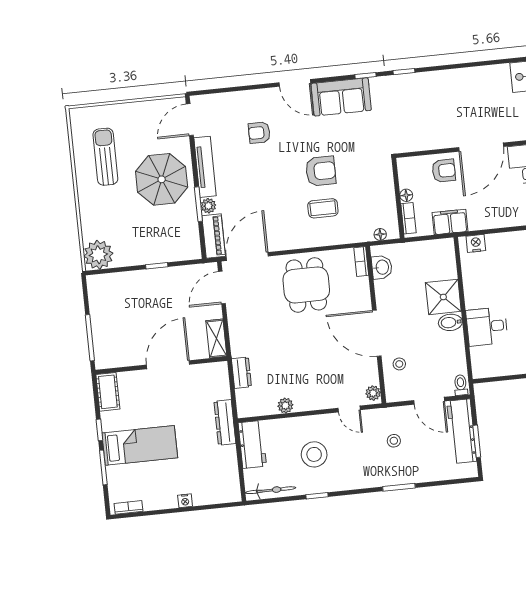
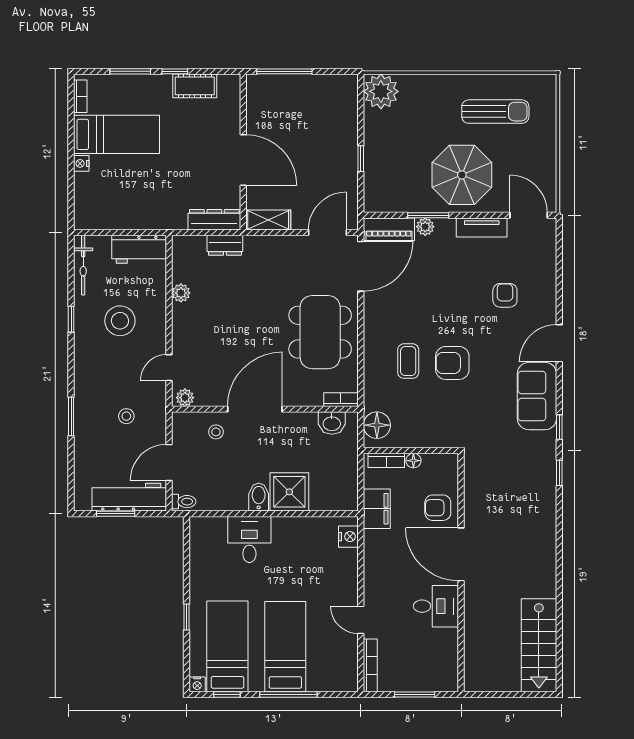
tv unit: (205, 167) -> (482, 227), width x0.71
armchair: (321, 171) -> (452, 363), turned 90
armchair: (444, 171) -> (438, 508), turned 90
floor lamp: (380, 234) -> (377, 425), width x1.89, depth x1.89
door: (247, 256) -> (361, 266), hinge flipped
dining table: (306, 285) -> (320, 332), width x1.37
door: (222, 287) -> (327, 233), hinge flipped
cot: (108, 392) -> (195, 86), moved
dresser: (225, 422) -> (214, 220), moved
bed: (140, 445) -> (117, 134), moved, turned -90

